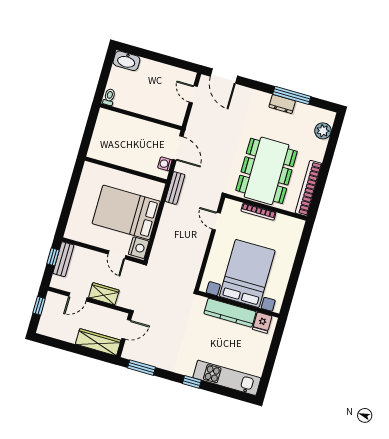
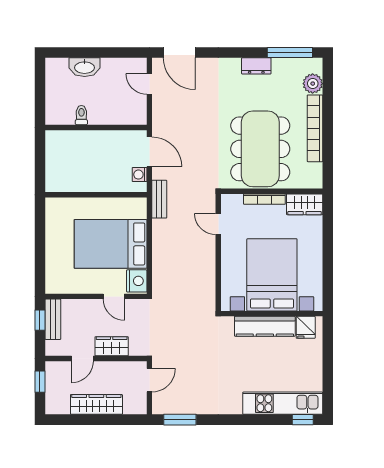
washbasin: (126, 61) -> (85, 67), moved
window: (292, 95) -> (290, 53), moved
toilet: (109, 97) -> (81, 115), moved
bookcase: (309, 188) -> (315, 128), moved
wardrobe: (289, 225) -> (305, 204), added
wardrobe: (98, 342) -> (96, 404), moved
window: (192, 382) -> (303, 420), moved

